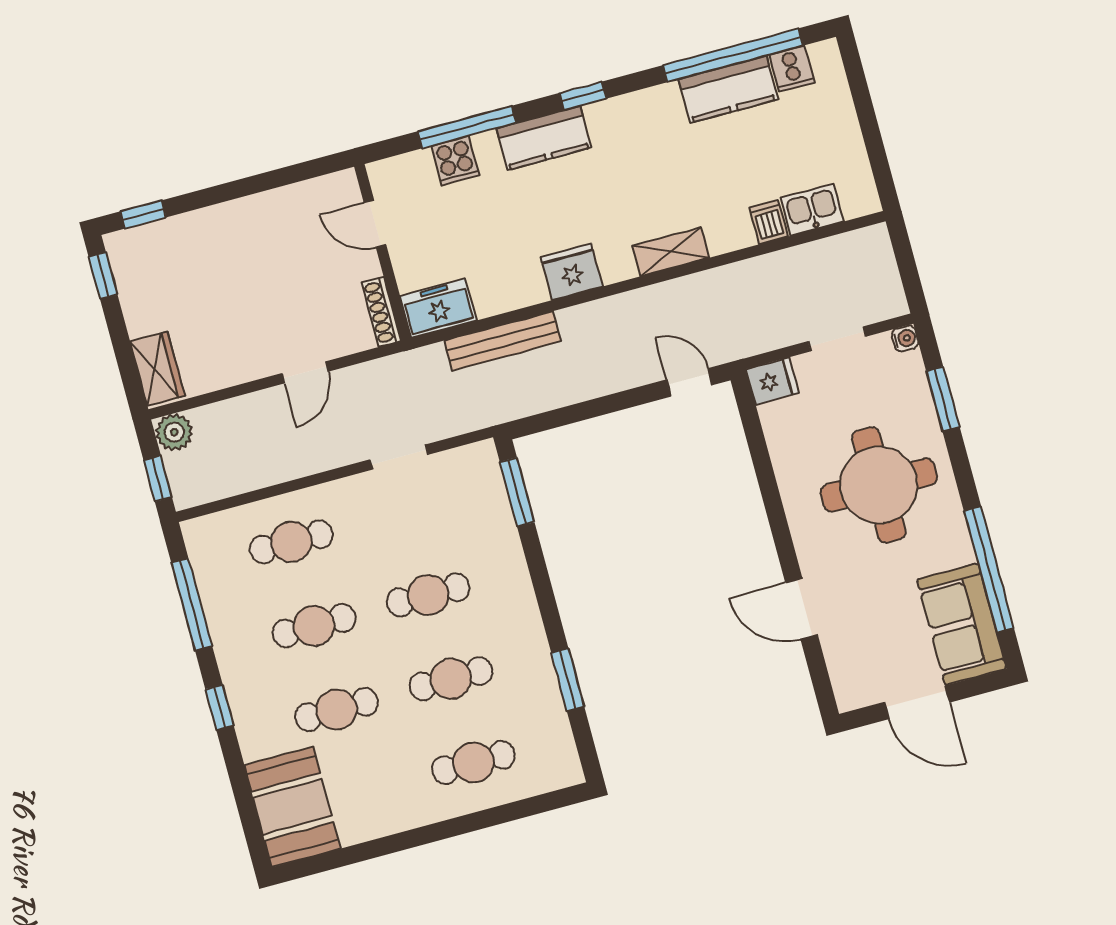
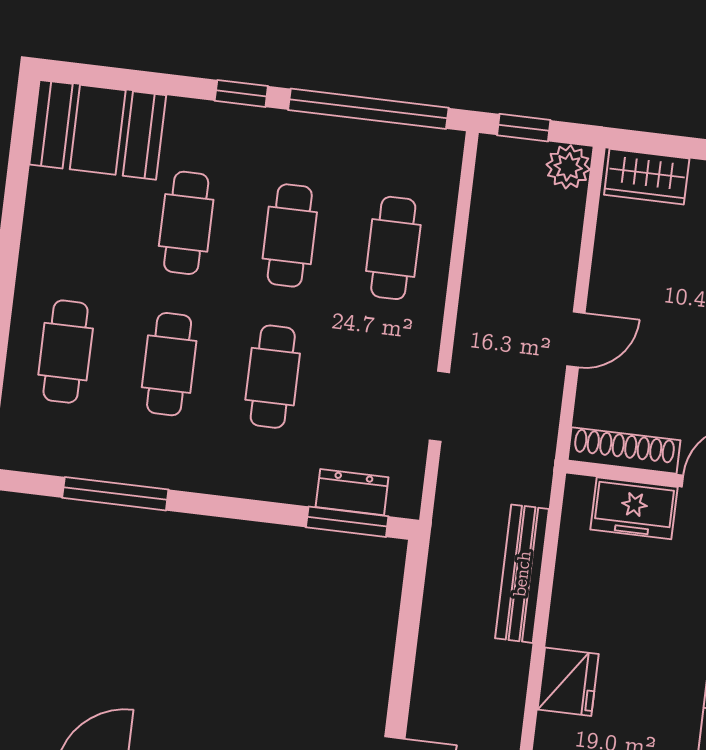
freezer: (438, 308) -> (634, 508), moved, turned 90
shoe rack: (381, 312) -> (624, 450), width x1.36, depth x1.24
door: (305, 372) -> (576, 339), swing flipped
dresser: (493, 498) -> (352, 492), added
window: (192, 604) -> (368, 109), width x1.46
window: (568, 680) -> (115, 494), width x1.44

